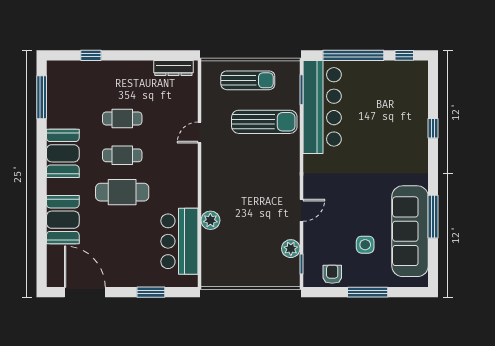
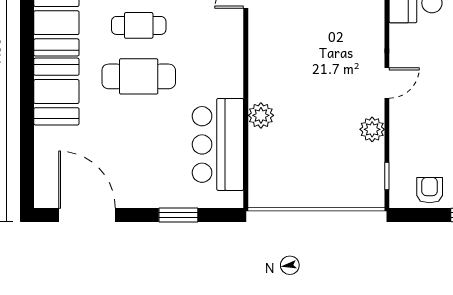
door: (301, 210) -> (387, 83), moved
booth: (63, 220) -> (56, 92), moved
plant: (291, 249) -> (372, 129), moved

